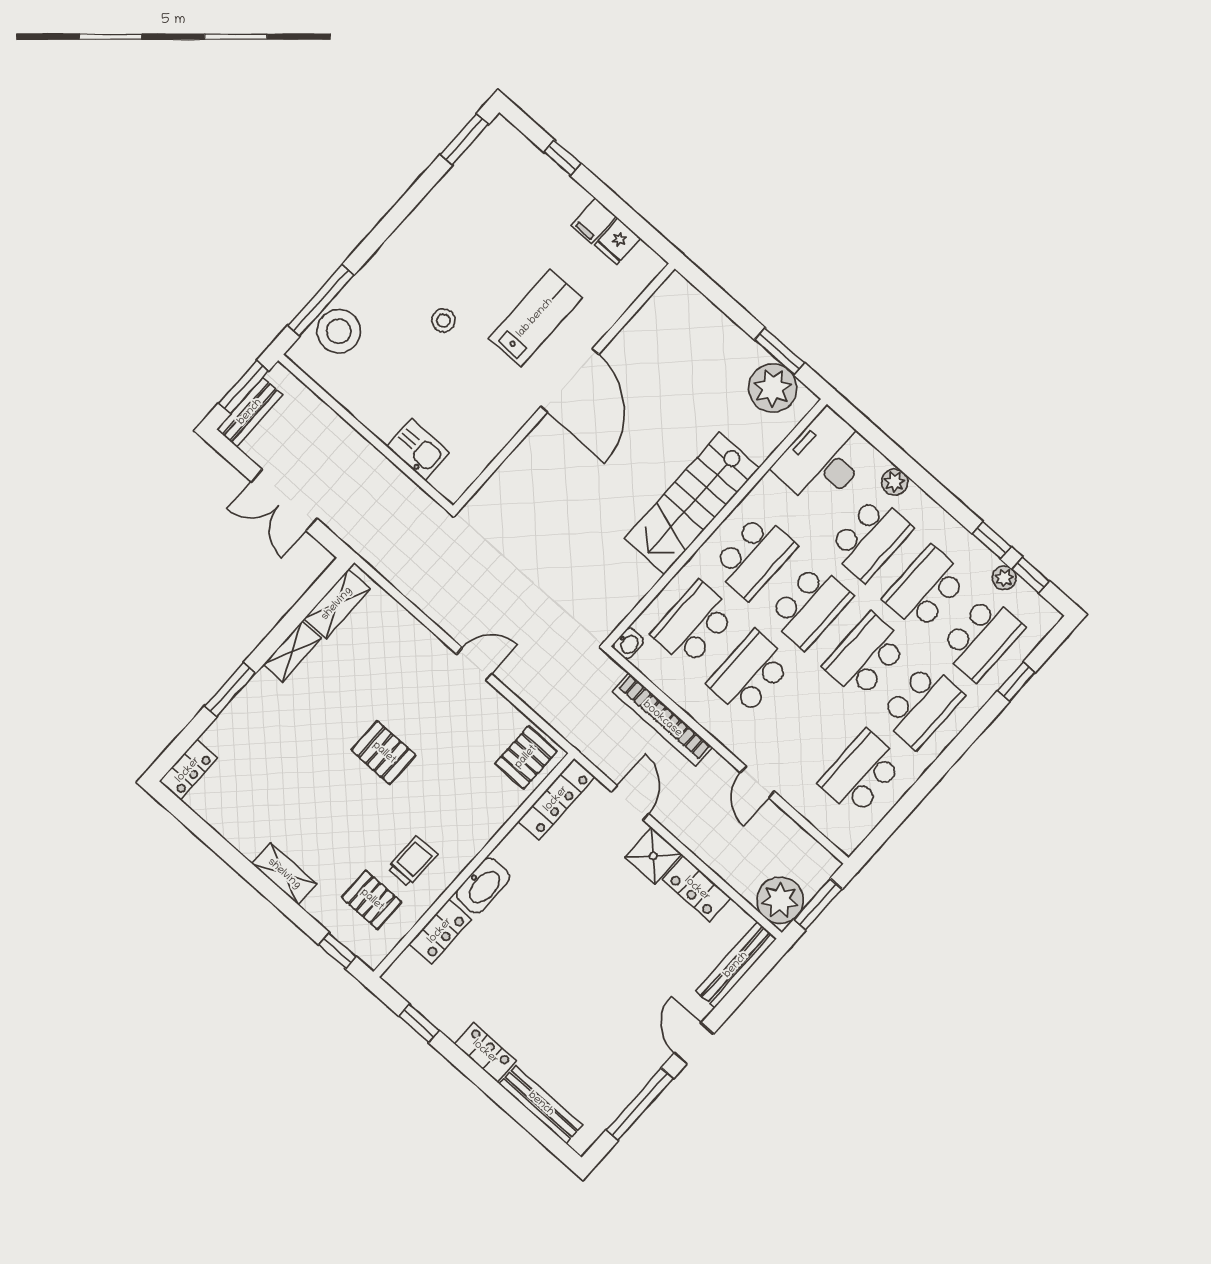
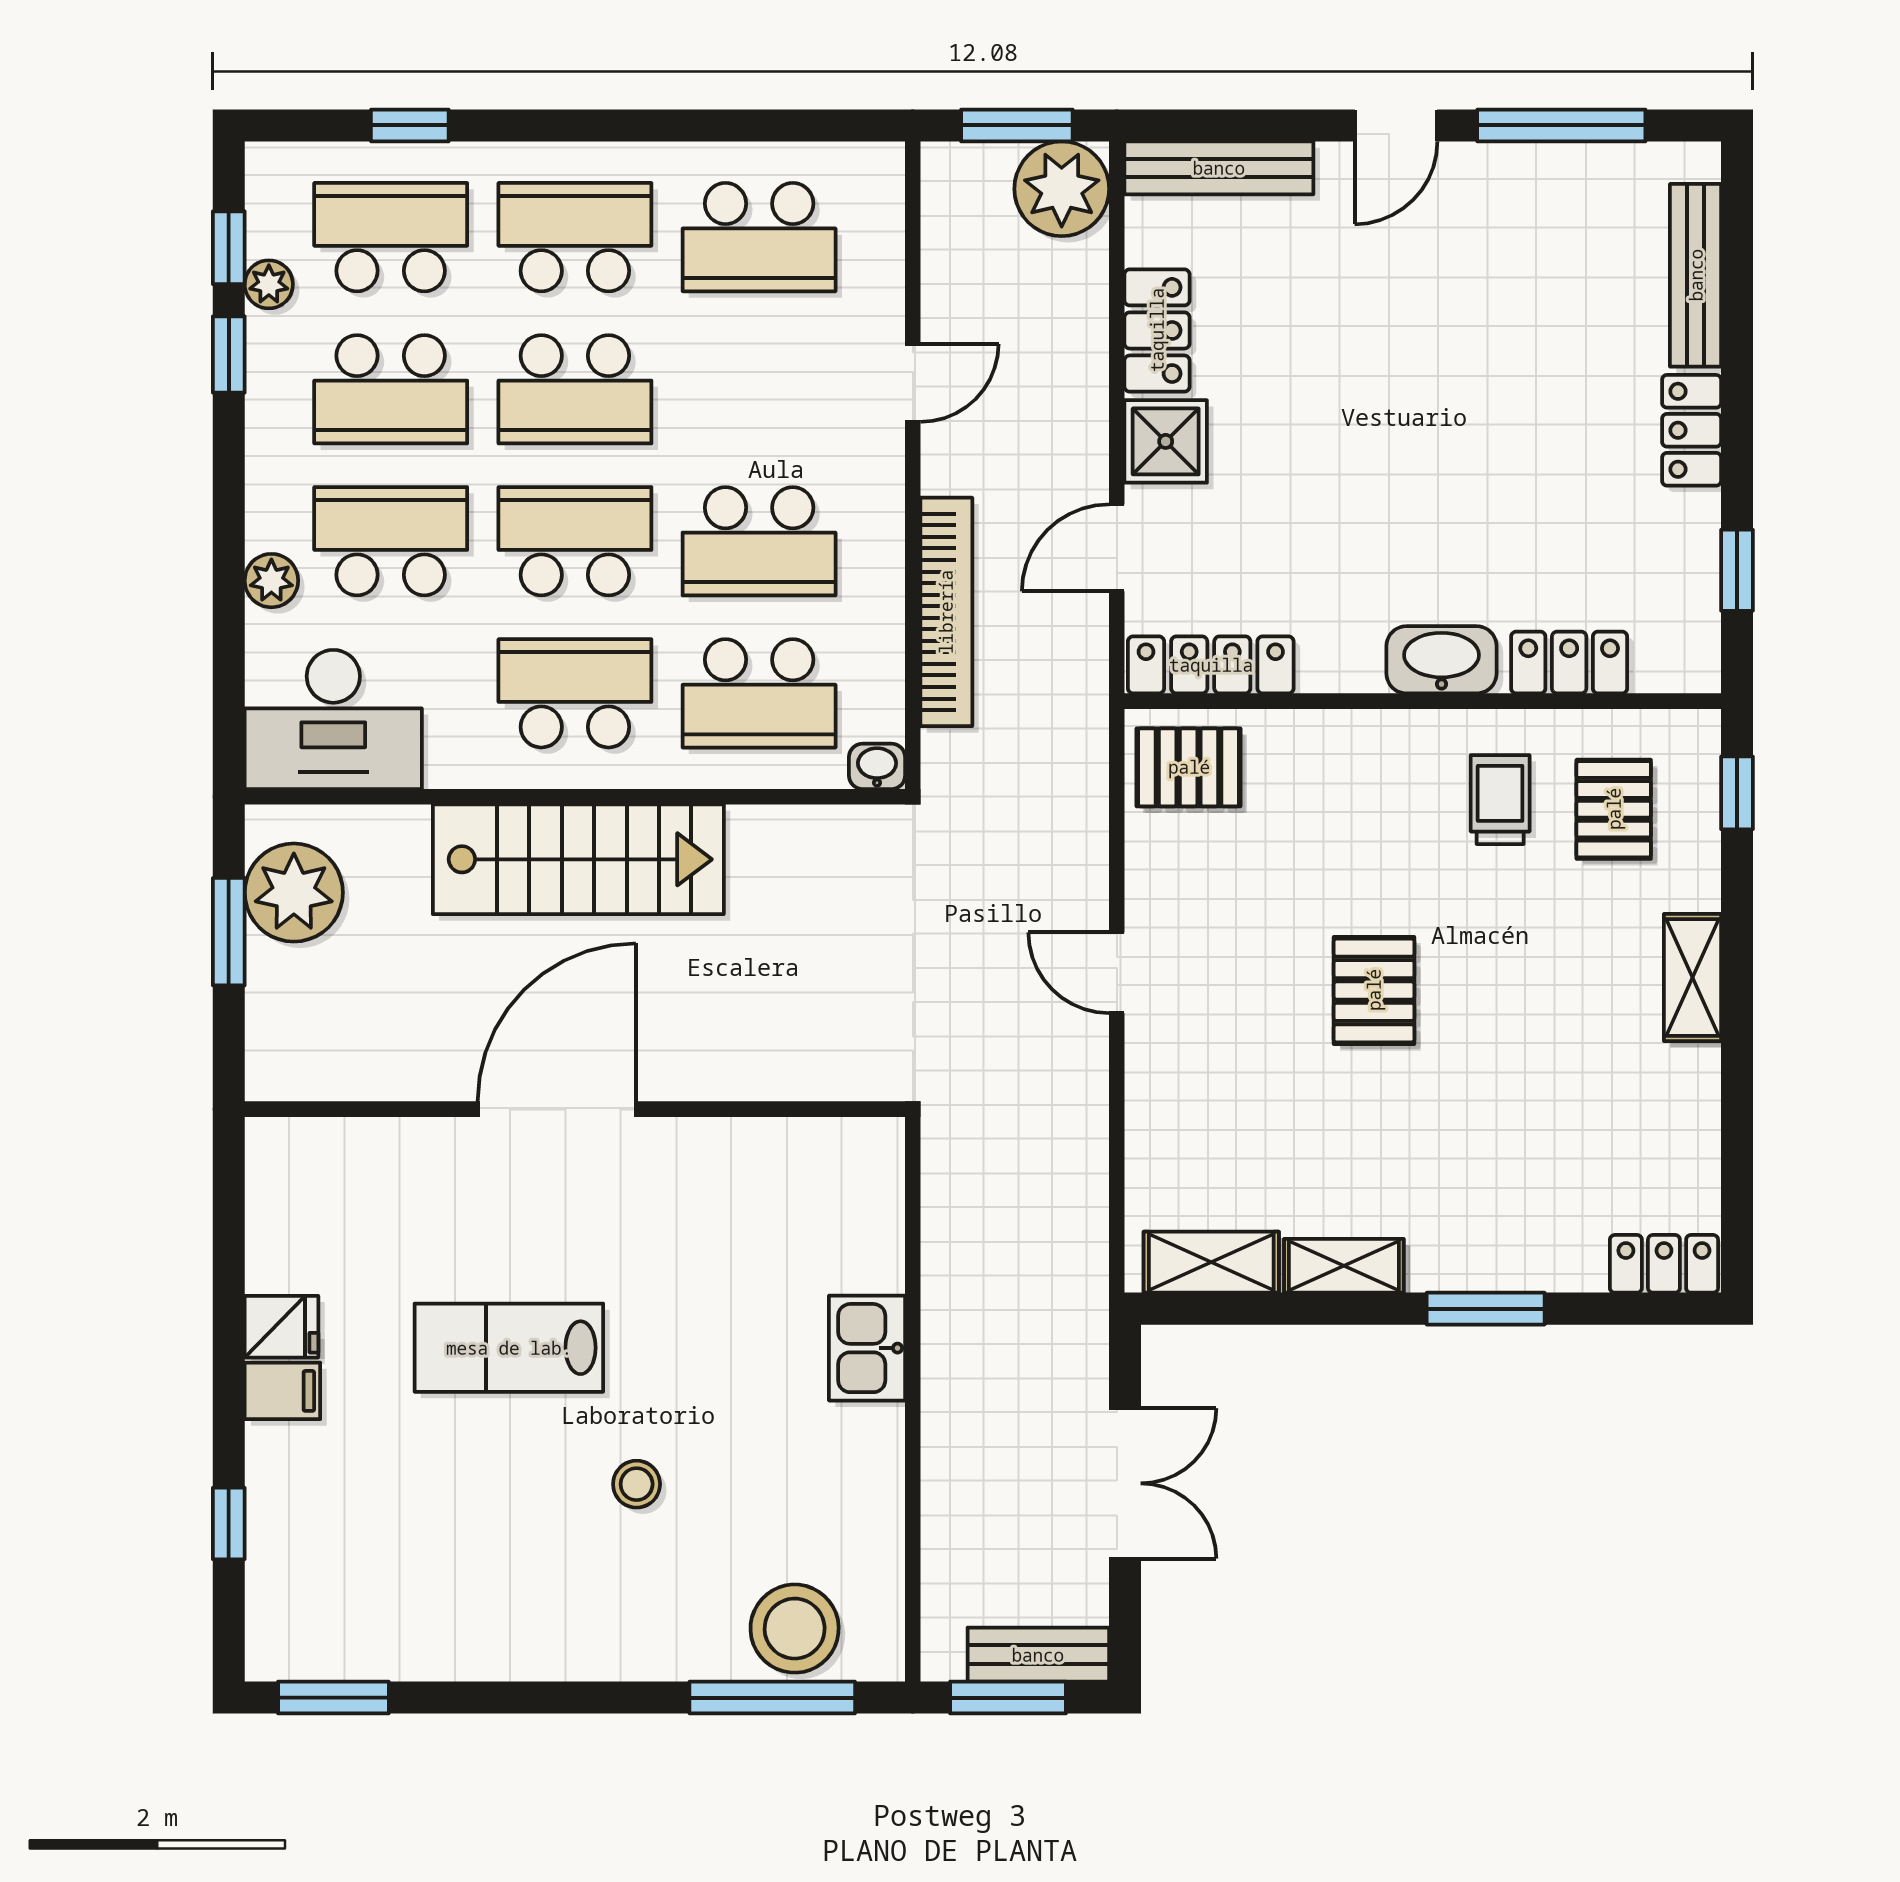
door: (570, 380) -> (557, 1109), moved
wall: (564, 387) -> (575, 1109), moved
trolley: (412, 861) -> (1500, 800), turned 90

